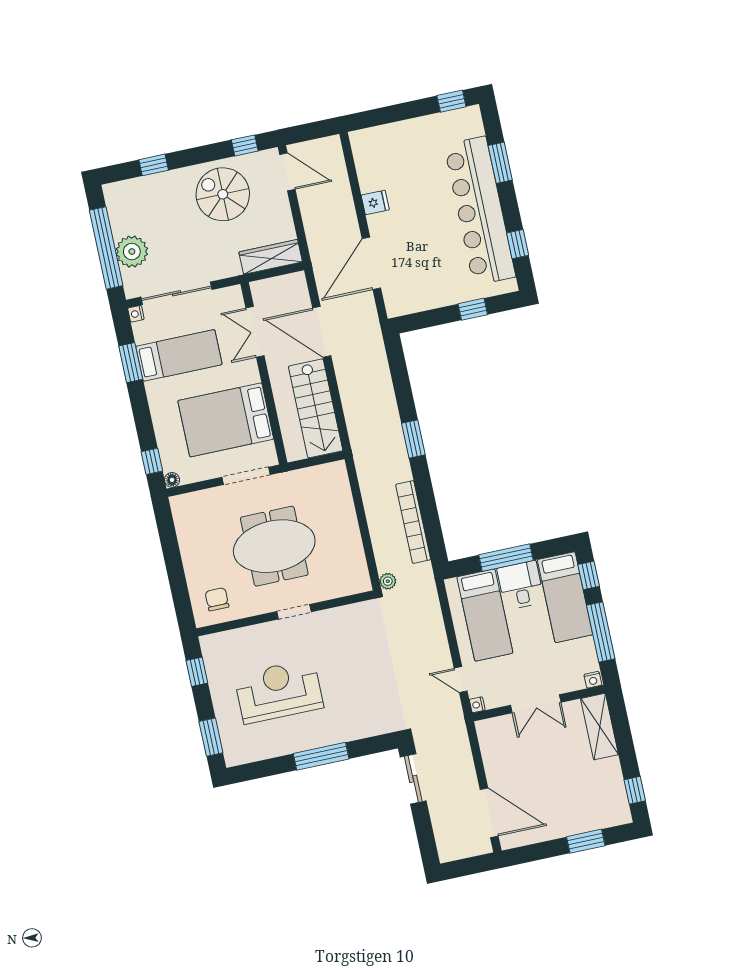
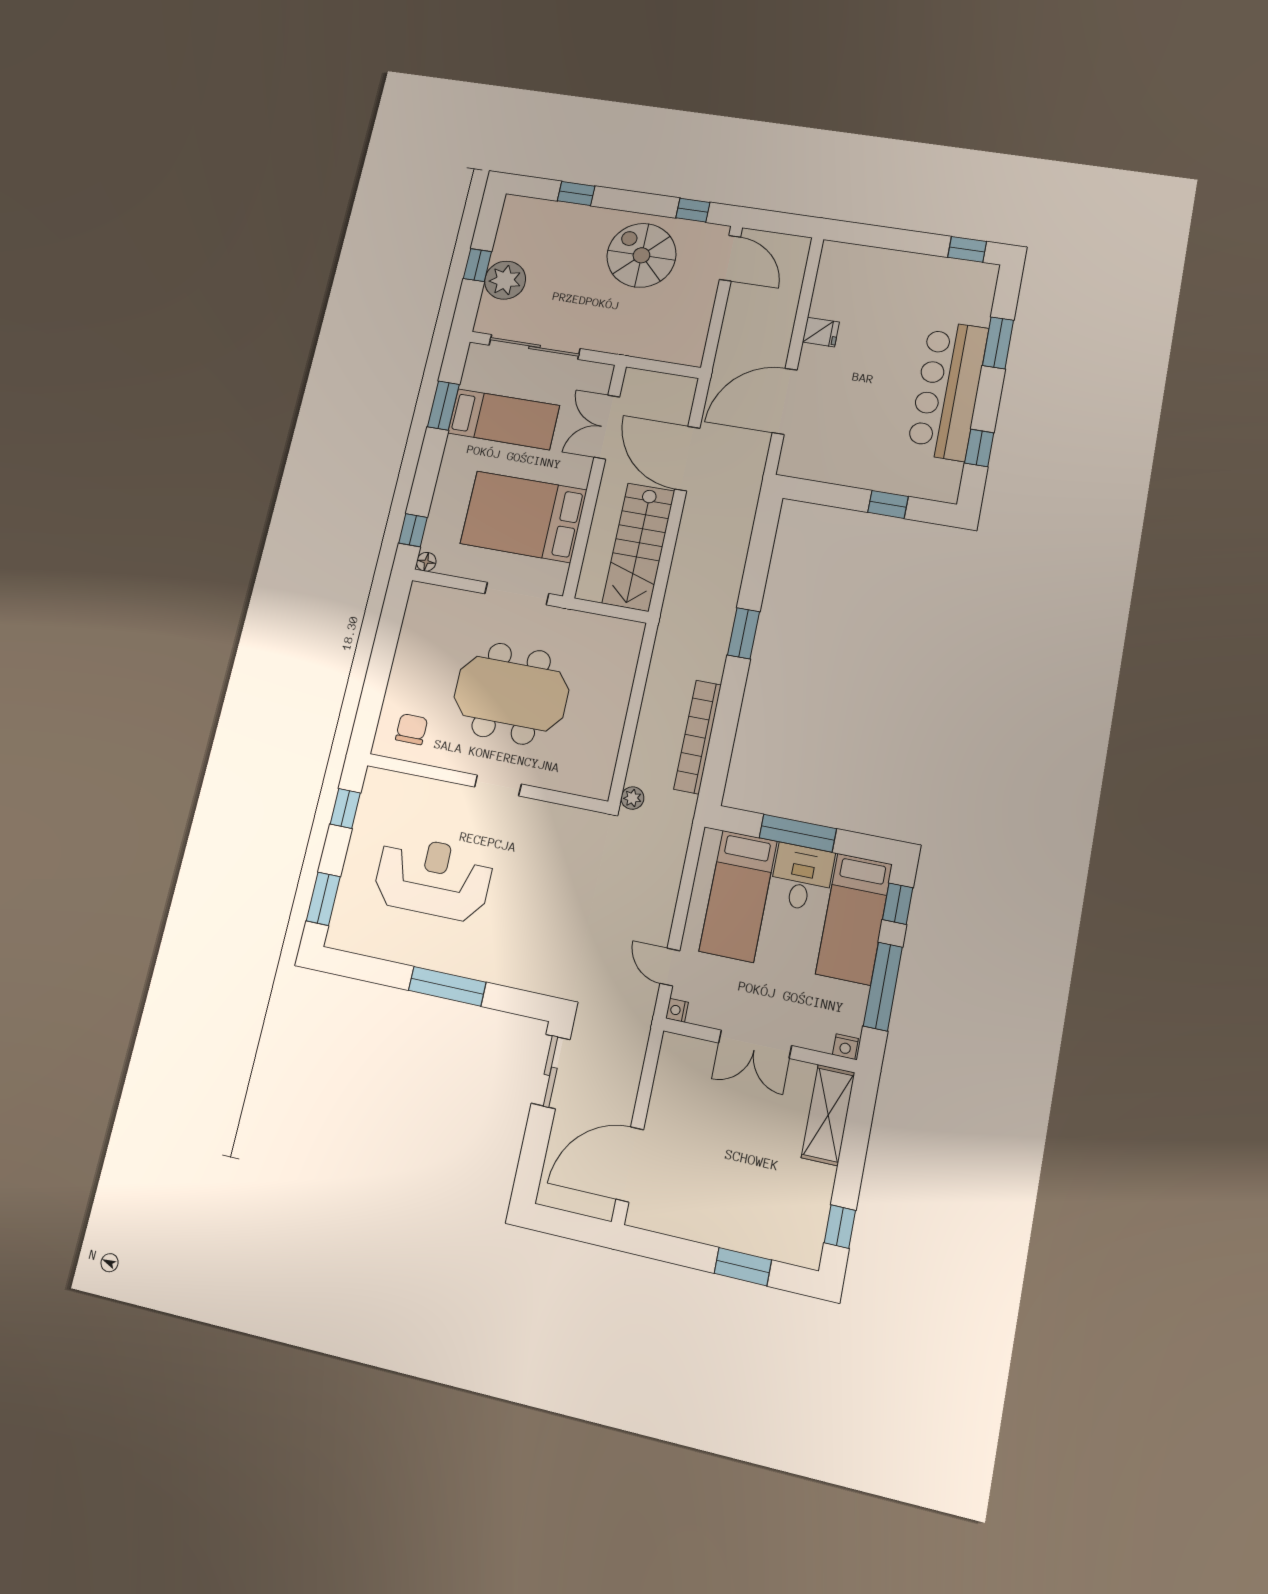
bar counter: (480, 211) -> (948, 390), width x0.73
window: (106, 248) -> (477, 265), width x0.32
wardrobe: (271, 257) -> (665, 348), removed
nightstand: (136, 314) -> (476, 352), removed
door: (489, 813) -> (630, 1164), swing flipped

